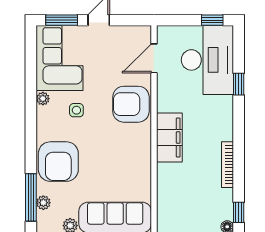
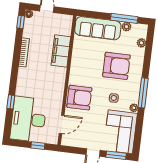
window: (212, 20) -> (38, 146), moved
filing cabinet: (169, 138) -> (61, 51), moved
armchair: (58, 162) -> (116, 66), moved, turned 90
window: (31, 197) -> (143, 93), moved

